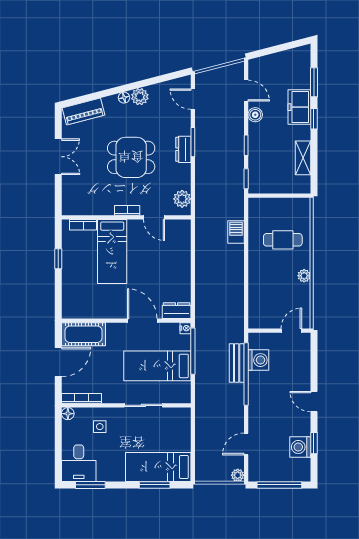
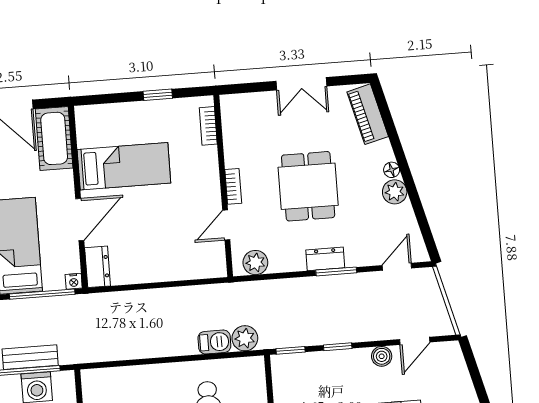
plant: (235, 210) -> (245, 338), added
bed: (112, 251) -> (124, 166), moved, turned 180

